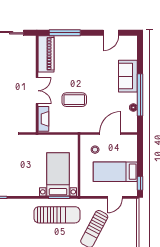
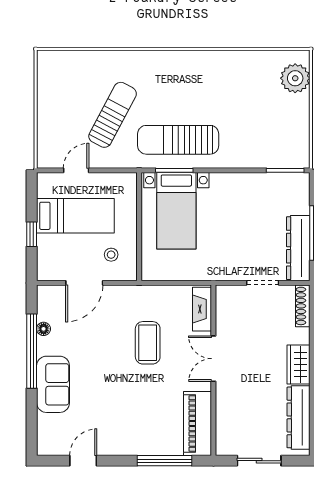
coffee table: (74, 100) -> (148, 343), turned 90
window: (140, 183) -> (32, 234), moved

